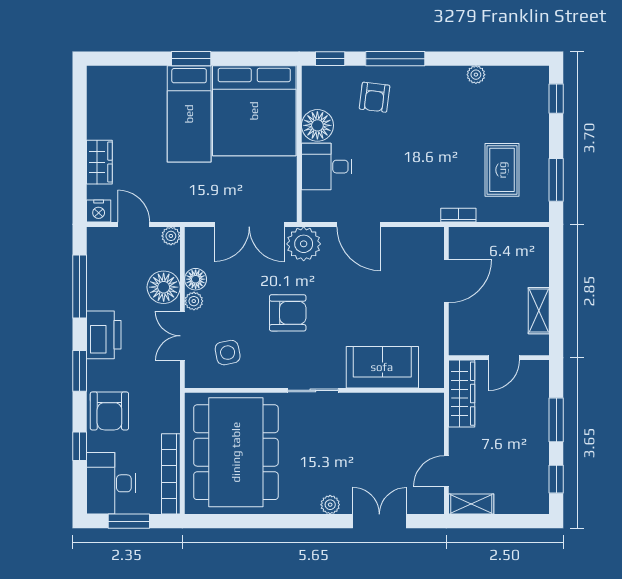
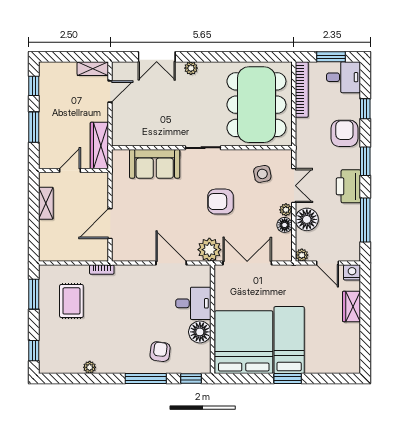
desk: (111, 483) -> (344, 77), width x0.73

